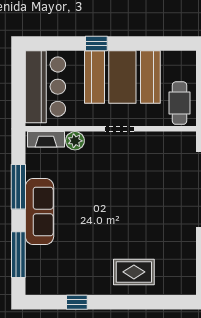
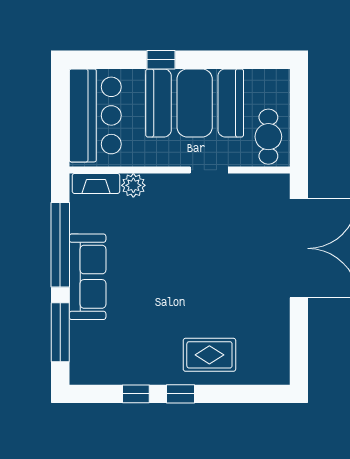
doorway: (119, 129) -> (209, 170), moved
window: (18, 187) -> (60, 245), width x1.46
window: (111, 302) -> (180, 394), added

